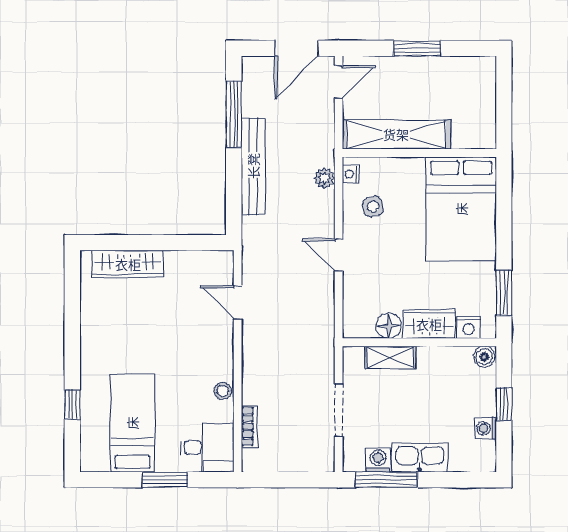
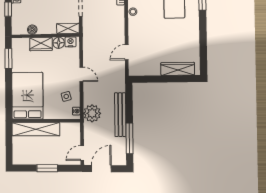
shelving: (396, 134) -> (36, 129), moved
plant: (324, 178) -> (92, 113), width x1.88, depth x1.88
door: (238, 302) -> (127, 52), swing flipped
nightstand: (468, 327) -> (70, 42), moved
shelving: (390, 357) -> (68, 28), moved
boiler: (484, 357) -> (32, 30), moved

